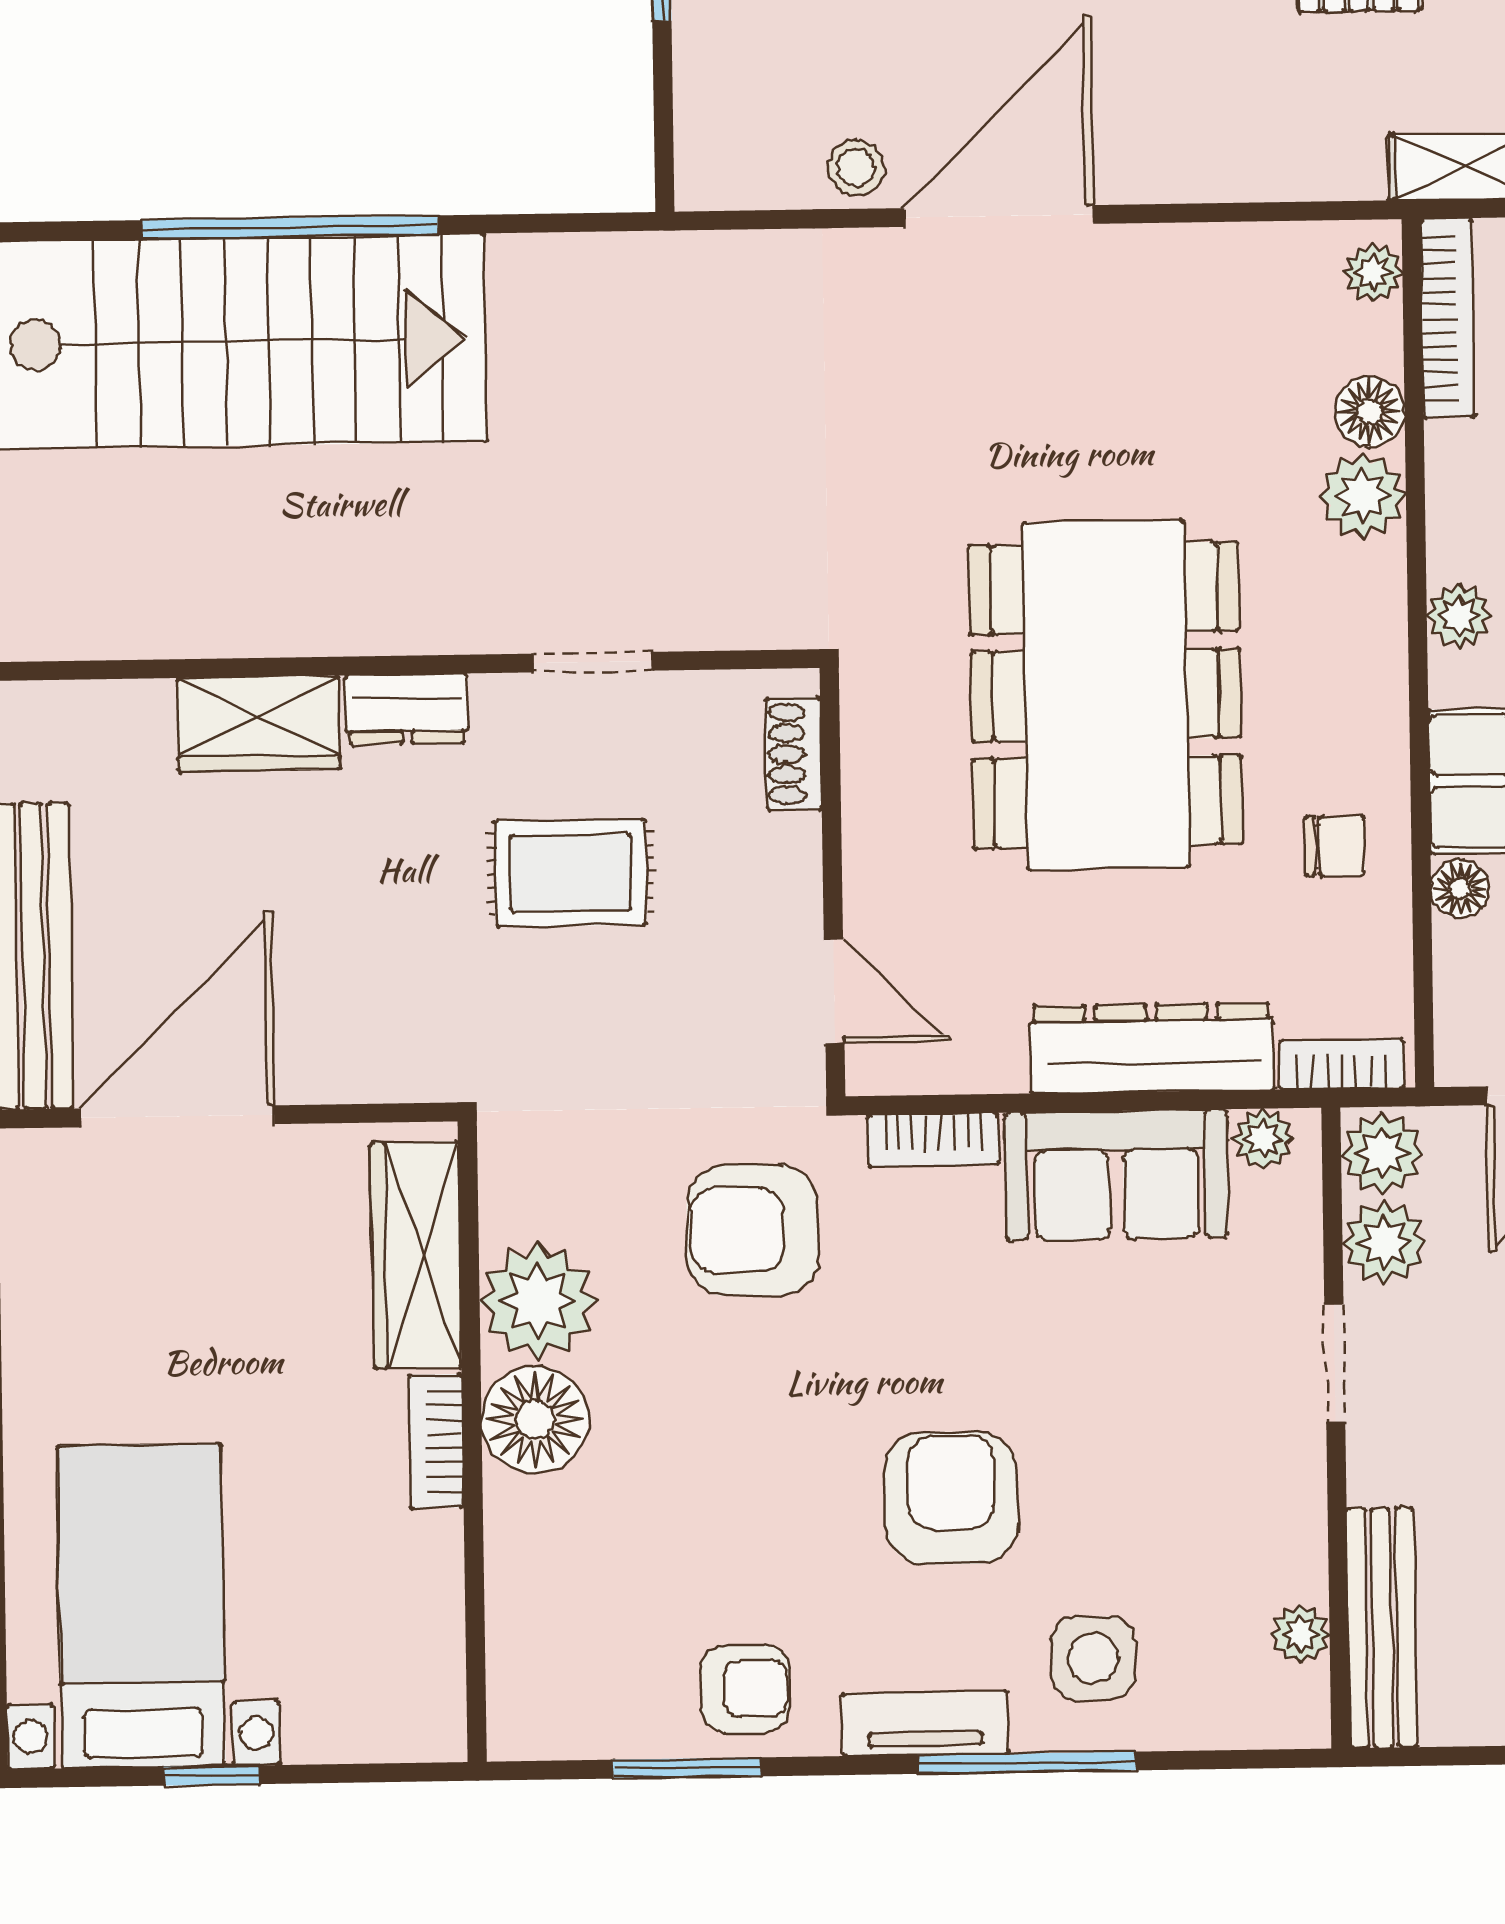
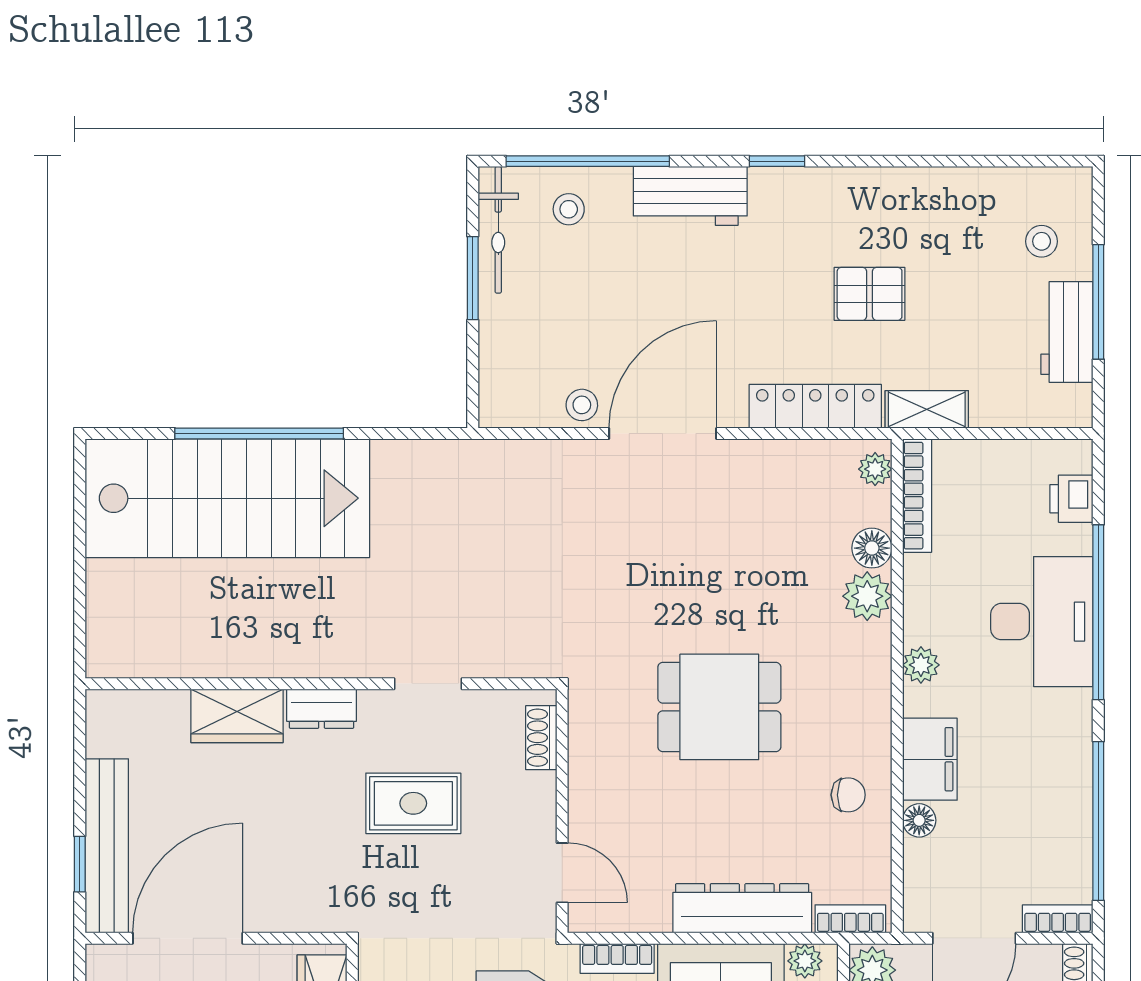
locker: (1266, 164) -> (815, 406), added
dining table: (1106, 695) -> (719, 707), width x0.53, depth x0.80

